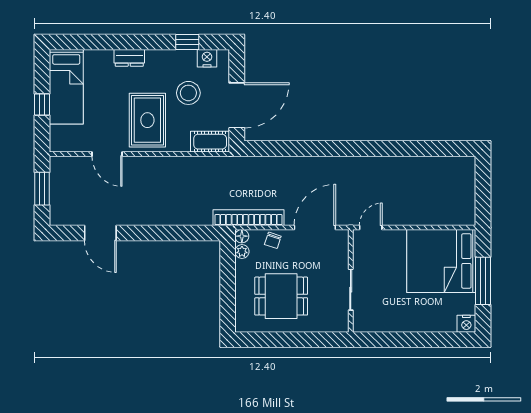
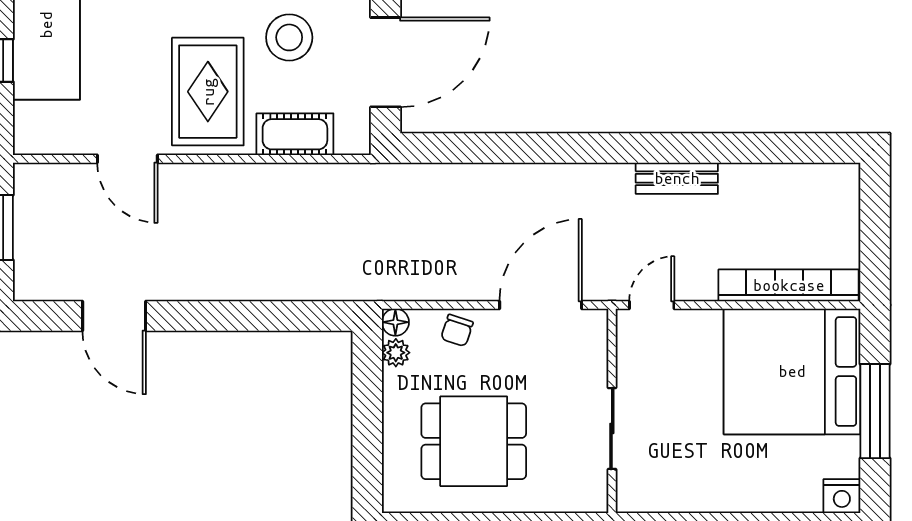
cot: (210, 142) -> (295, 134), moved
bench: (383, 164) -> (677, 178), added
bookcase: (249, 218) -> (789, 285), moved

